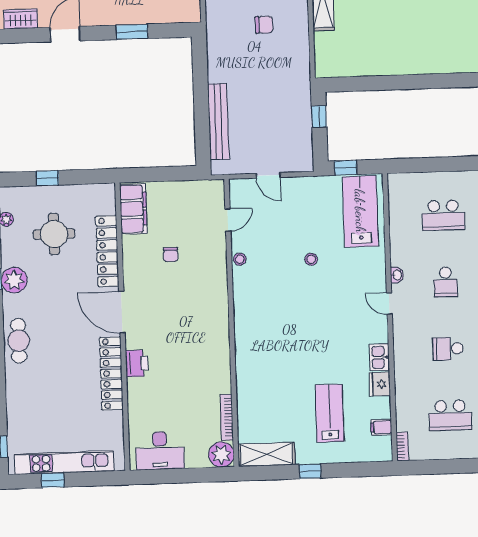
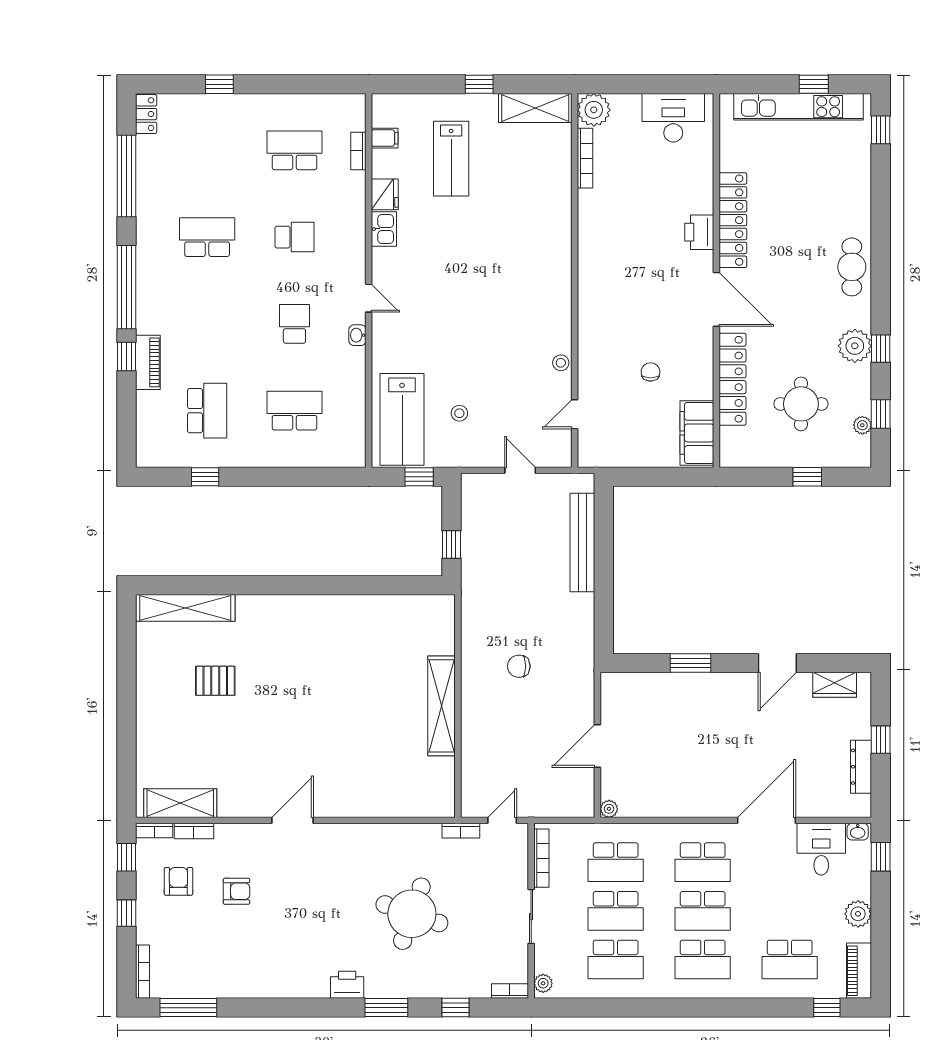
stool: (311, 259) -> (459, 413), moved
bookcase: (402, 447) -> (358, 151), moved

